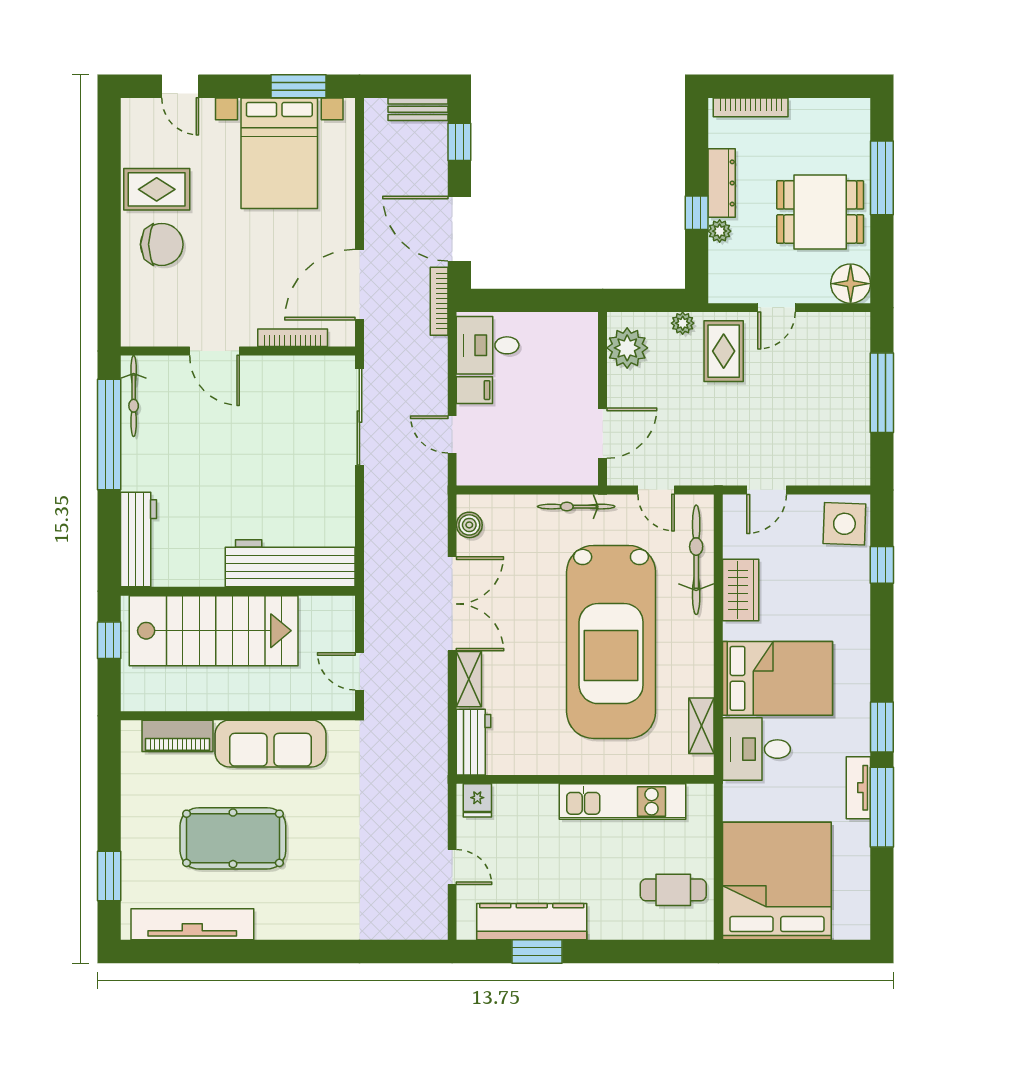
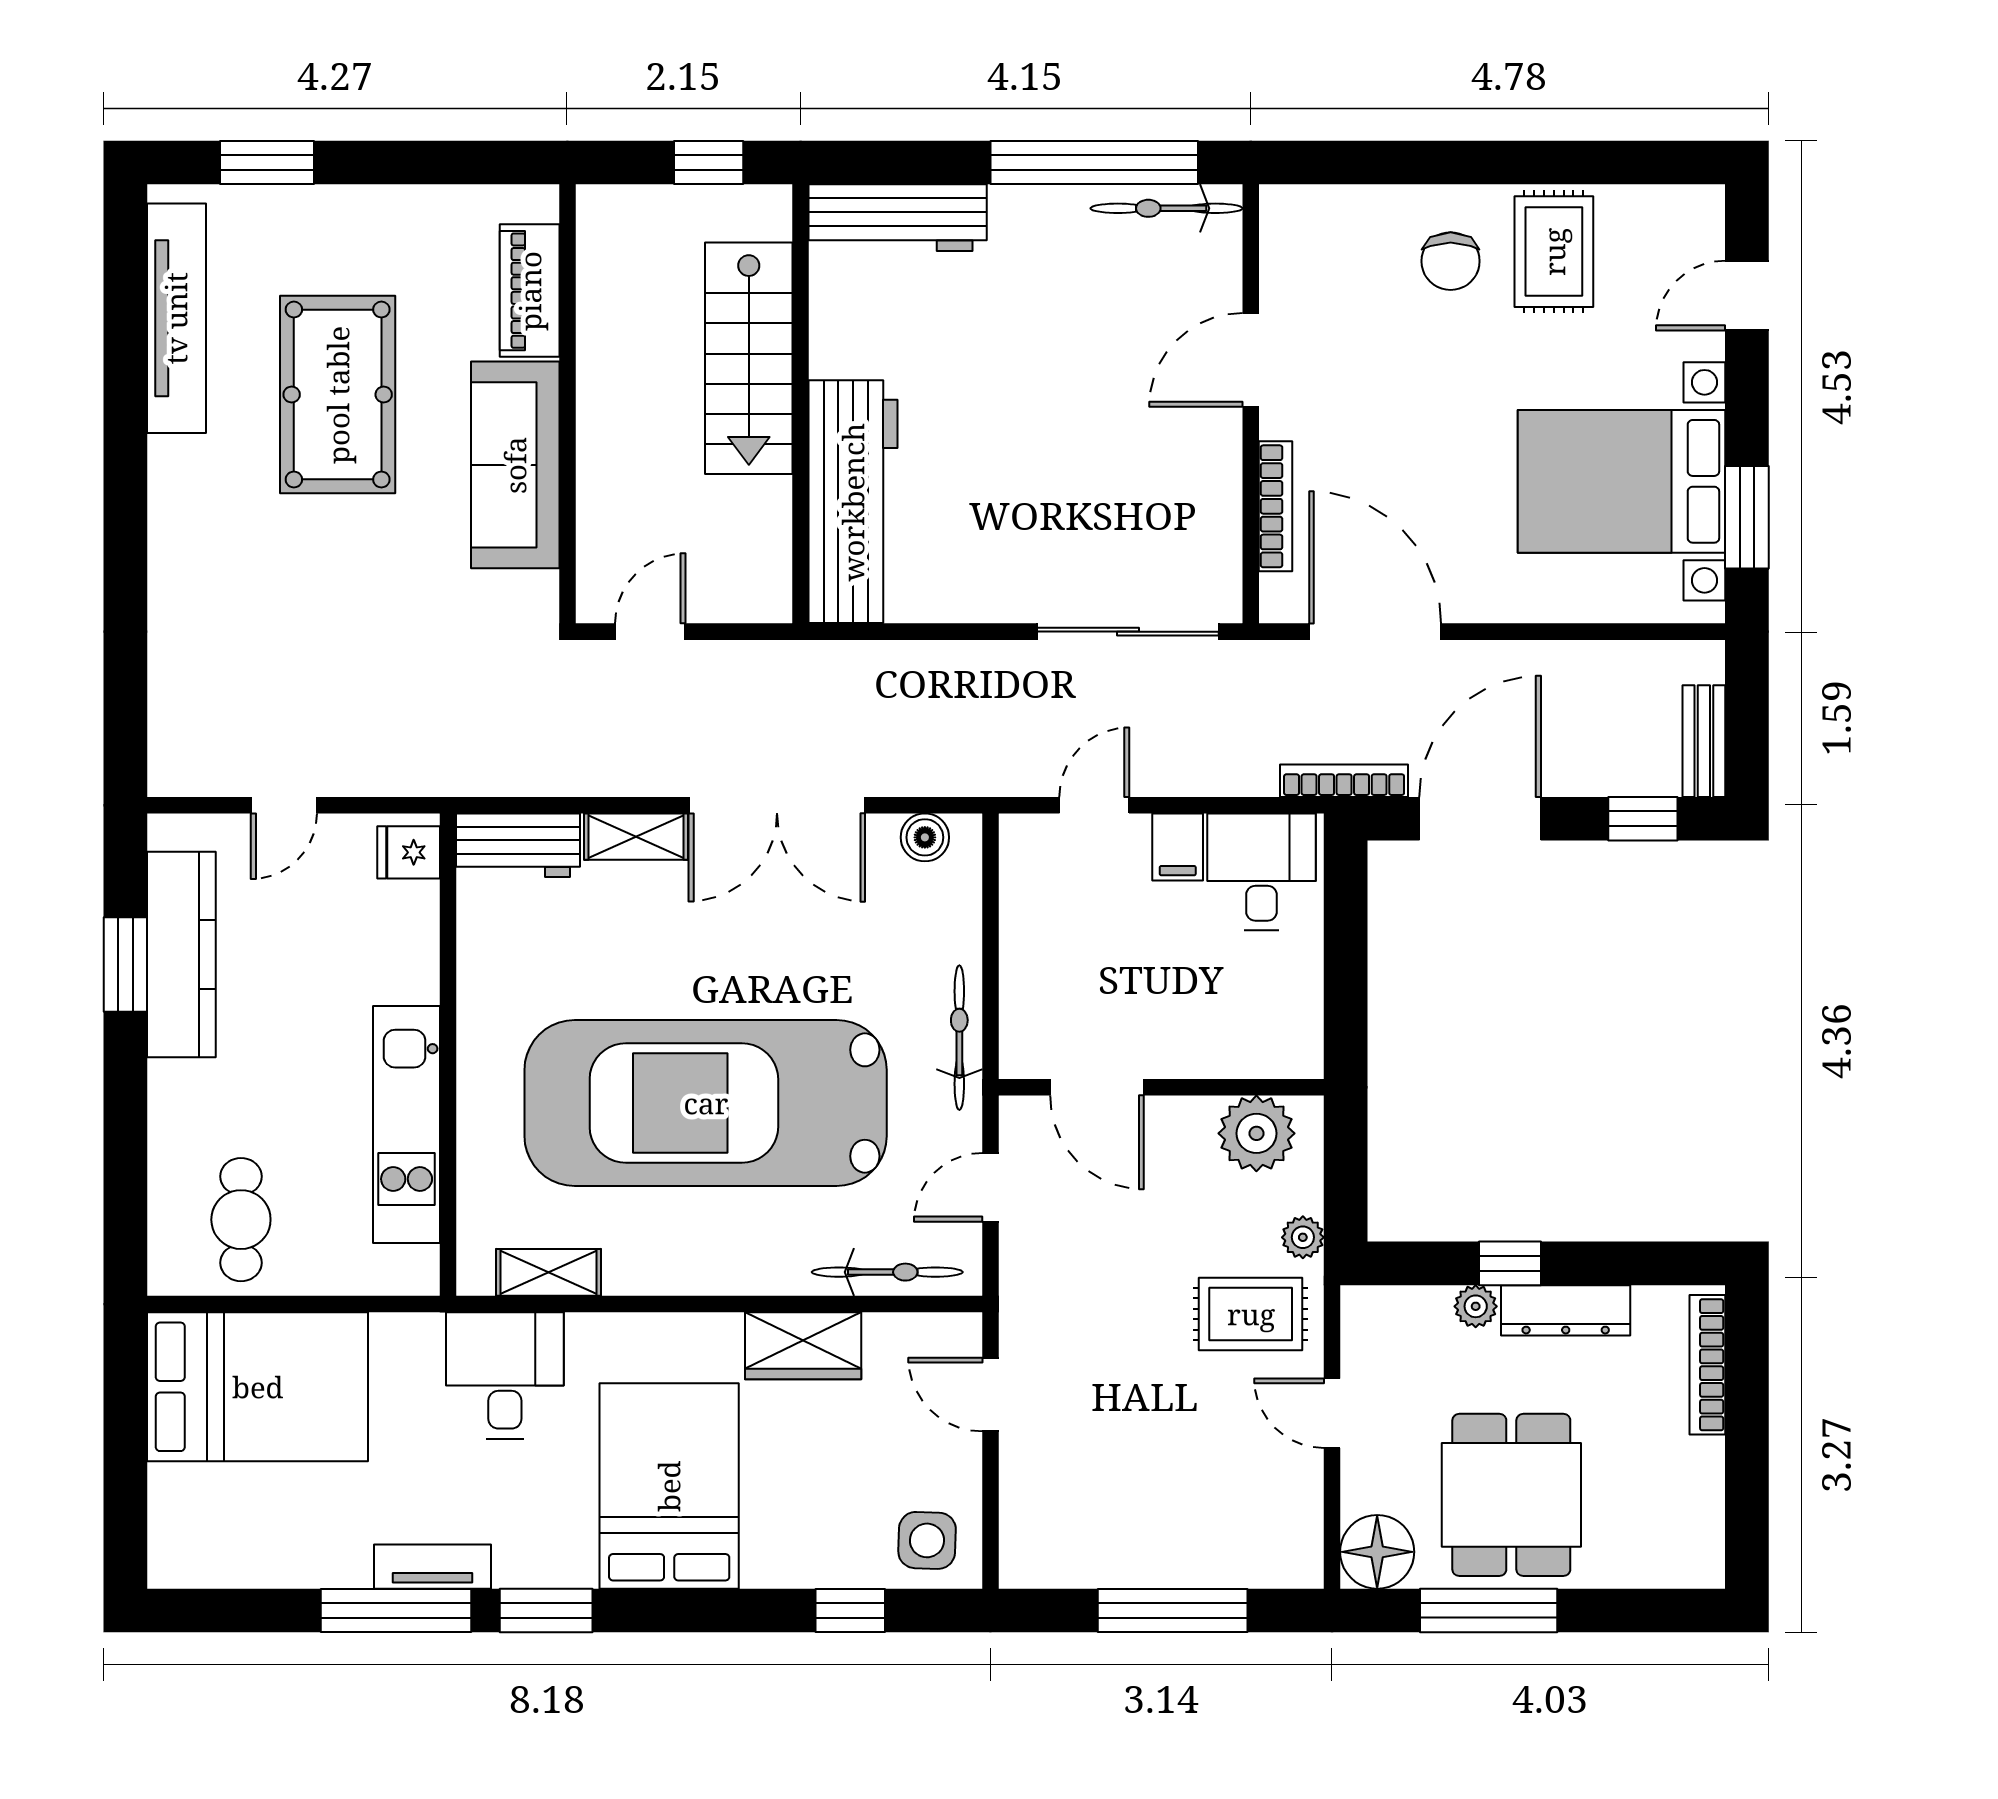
window: (882, 178) -> (1489, 1611), moved
chair: (162, 244) -> (1451, 261), width x0.73, depth x0.73
side table: (844, 524) -> (927, 1540), width x0.73, depth x0.73
bicycle: (696, 560) -> (887, 1272), width x0.73, depth x0.71
stairs: (214, 631) -> (749, 358), width x0.73, depth x0.66
bed: (778, 678) -> (669, 1486), moved, turned 180
bed: (777, 881) -> (258, 1387), width x0.73

